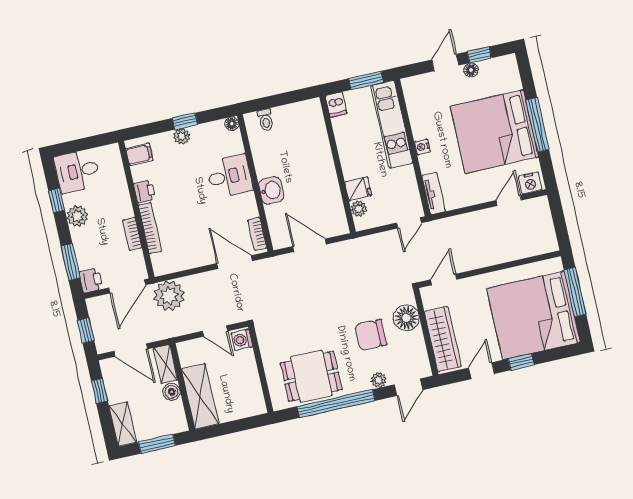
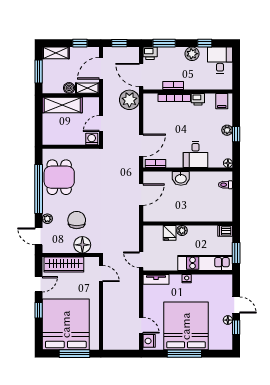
plant: (359, 209) -> (182, 231), moved
door: (482, 371) -> (39, 284), hinge flipped

